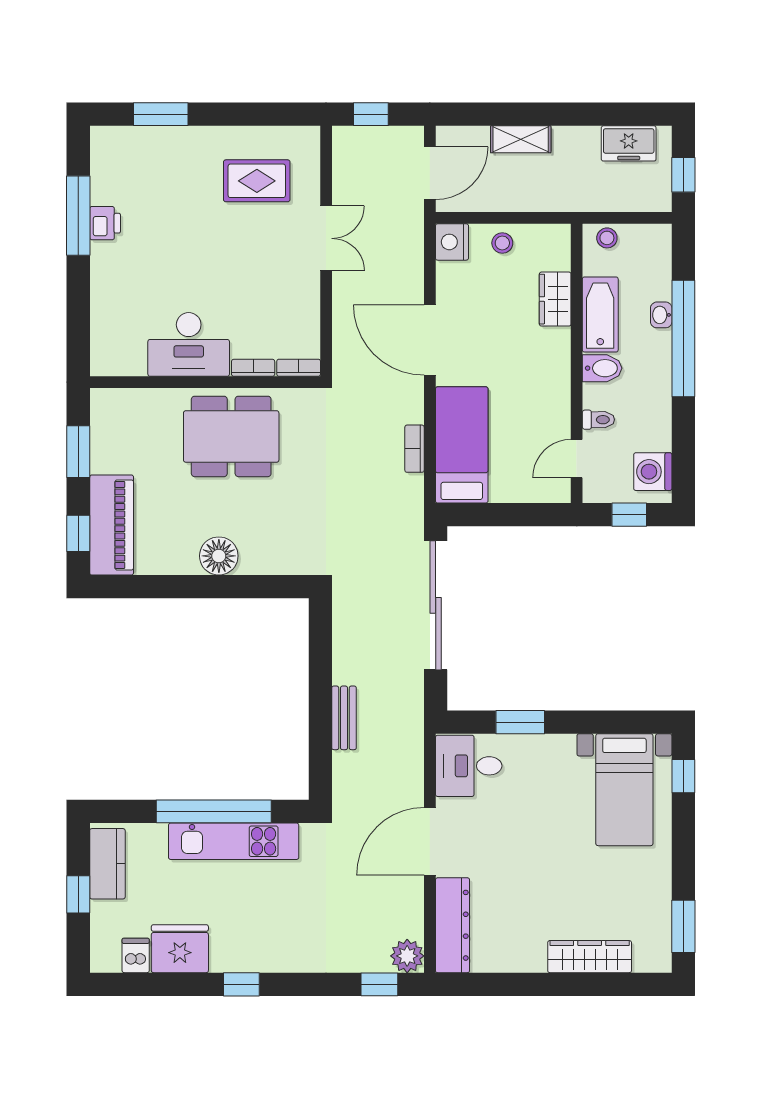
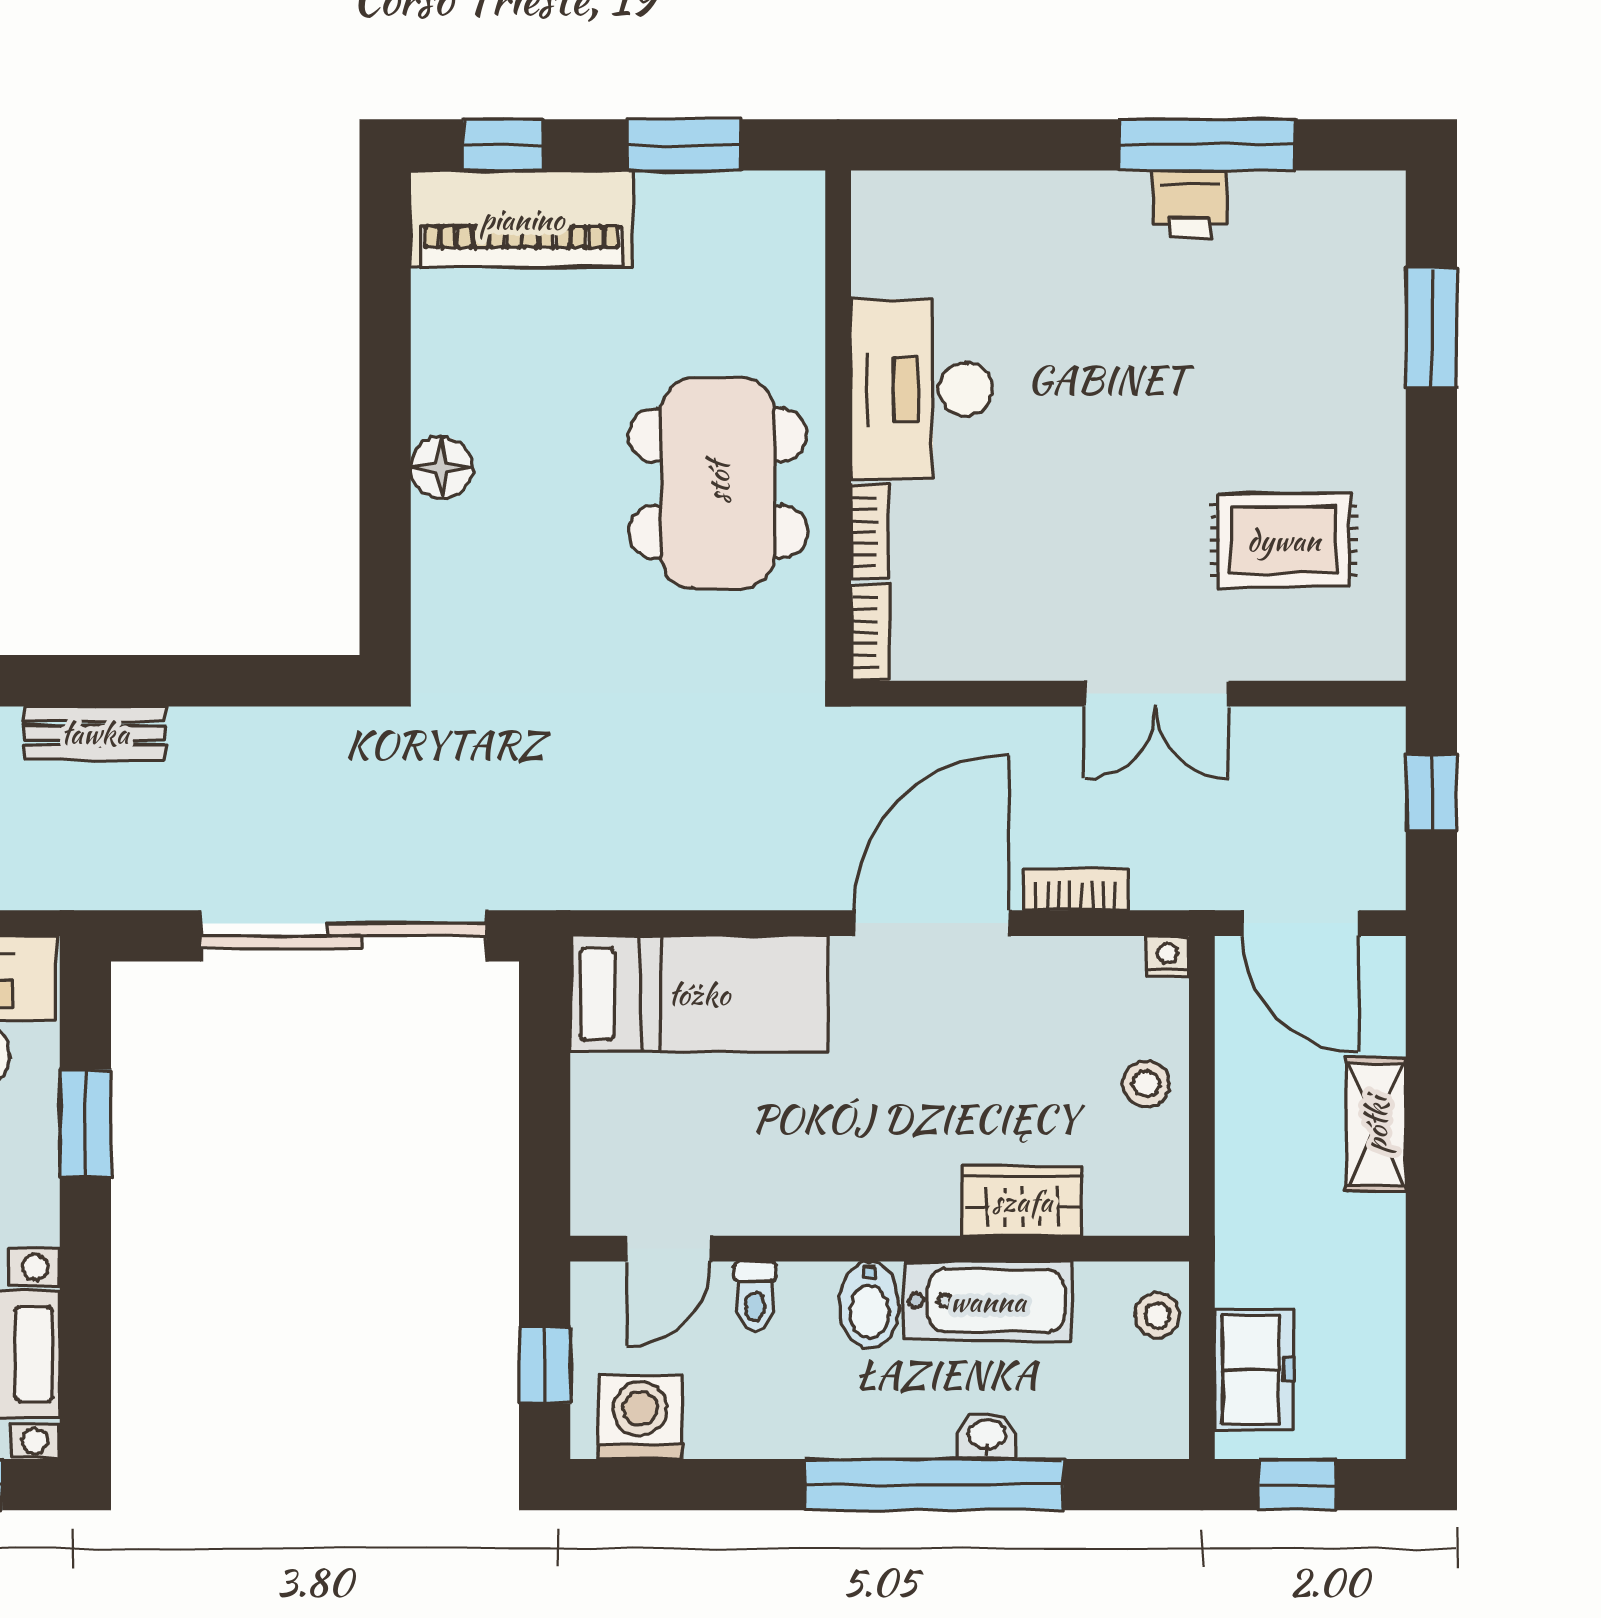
freezer: (629, 143) -> (1254, 1370), moved, turned 180
rug: (257, 181) -> (1284, 540), turned 90
nightstand: (452, 242) -> (1168, 956), width x0.53, depth x0.56
bookcase: (414, 449) -> (1075, 889), moved
door: (577, 459) -> (669, 1249), swing flipped
floor lamp: (219, 556) -> (442, 468), width x0.73, depth x0.73

